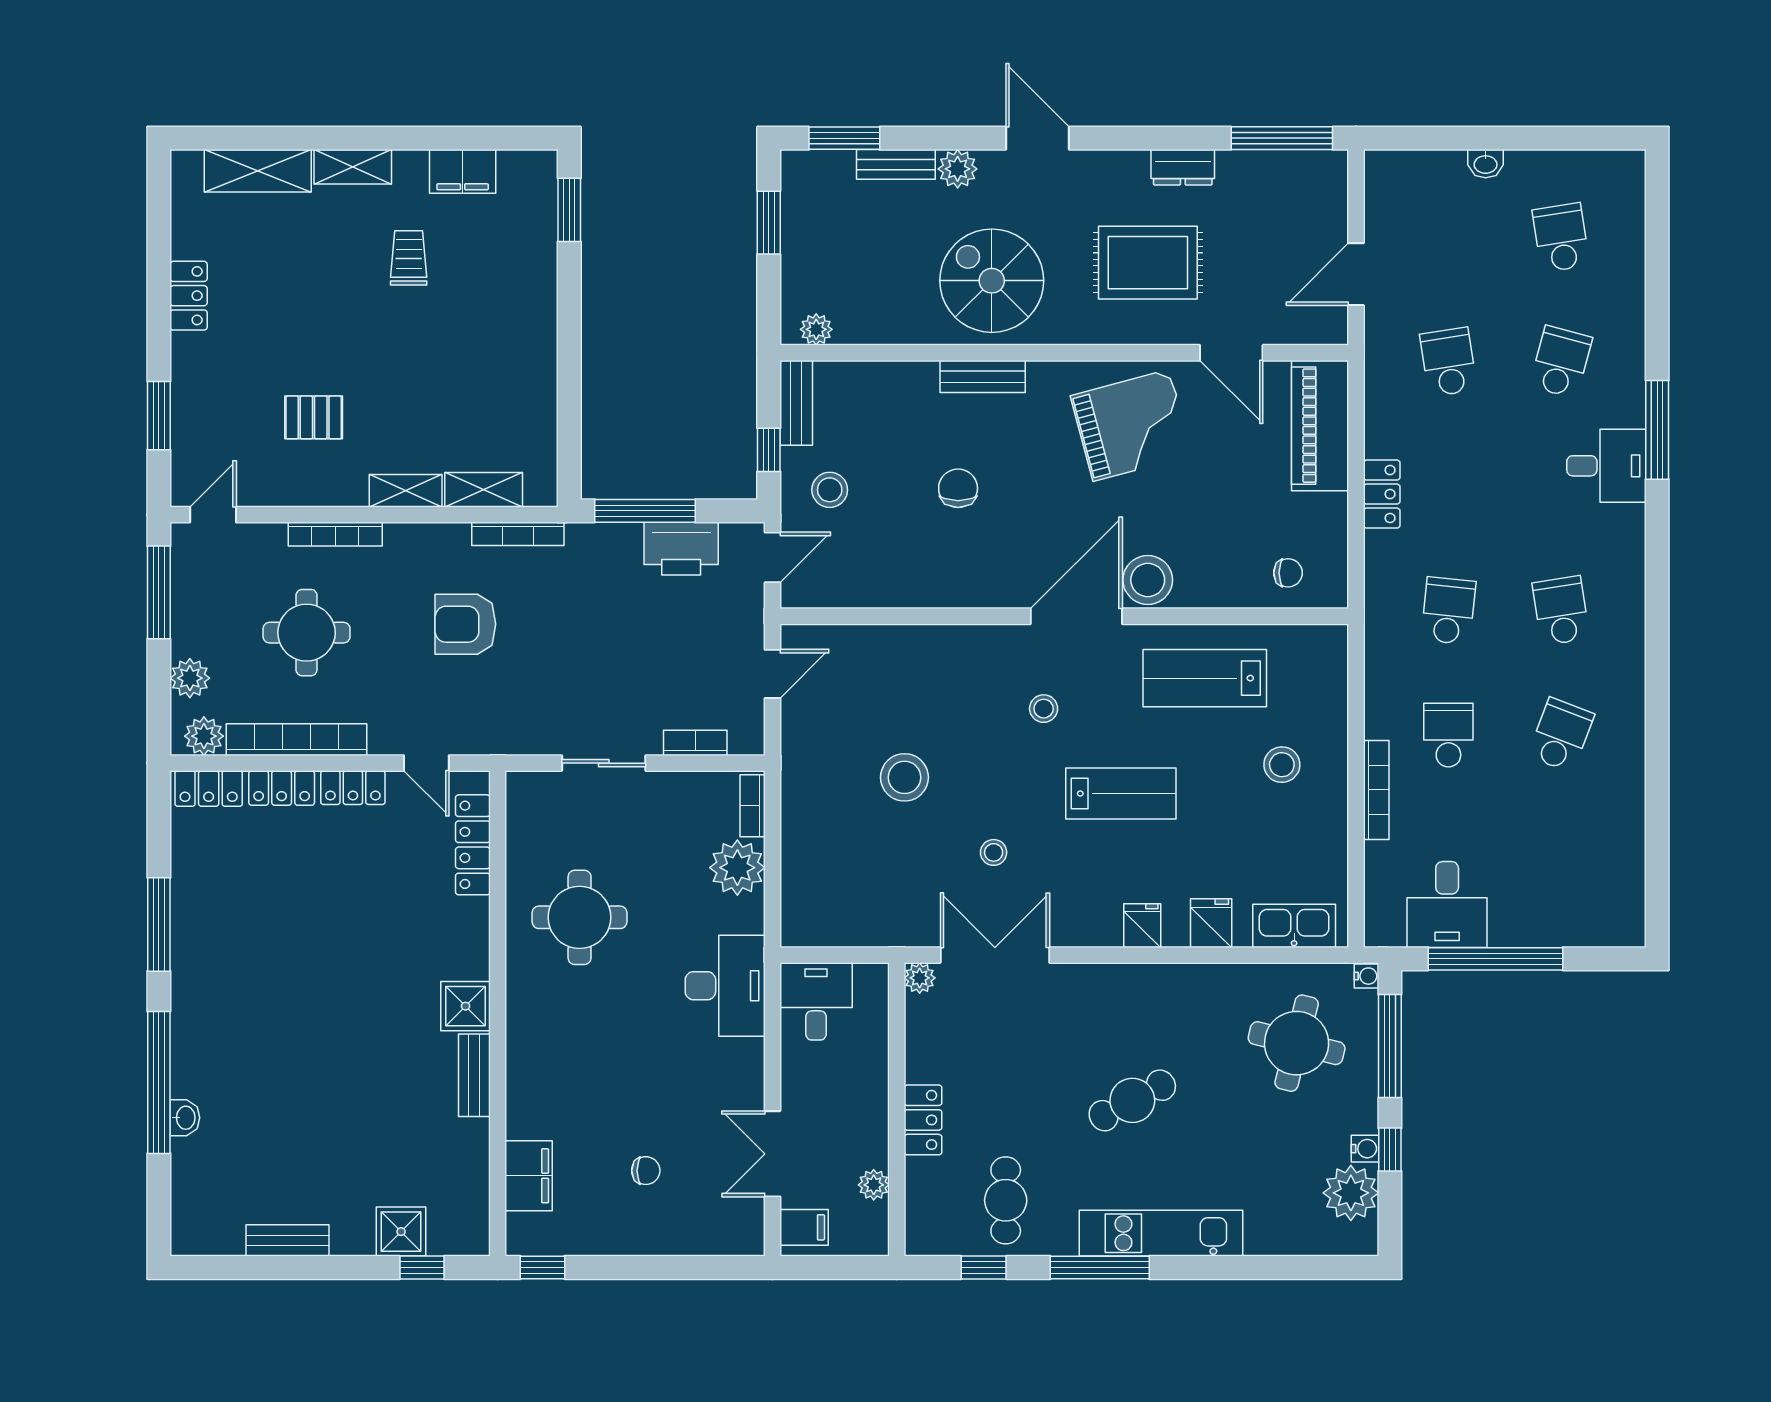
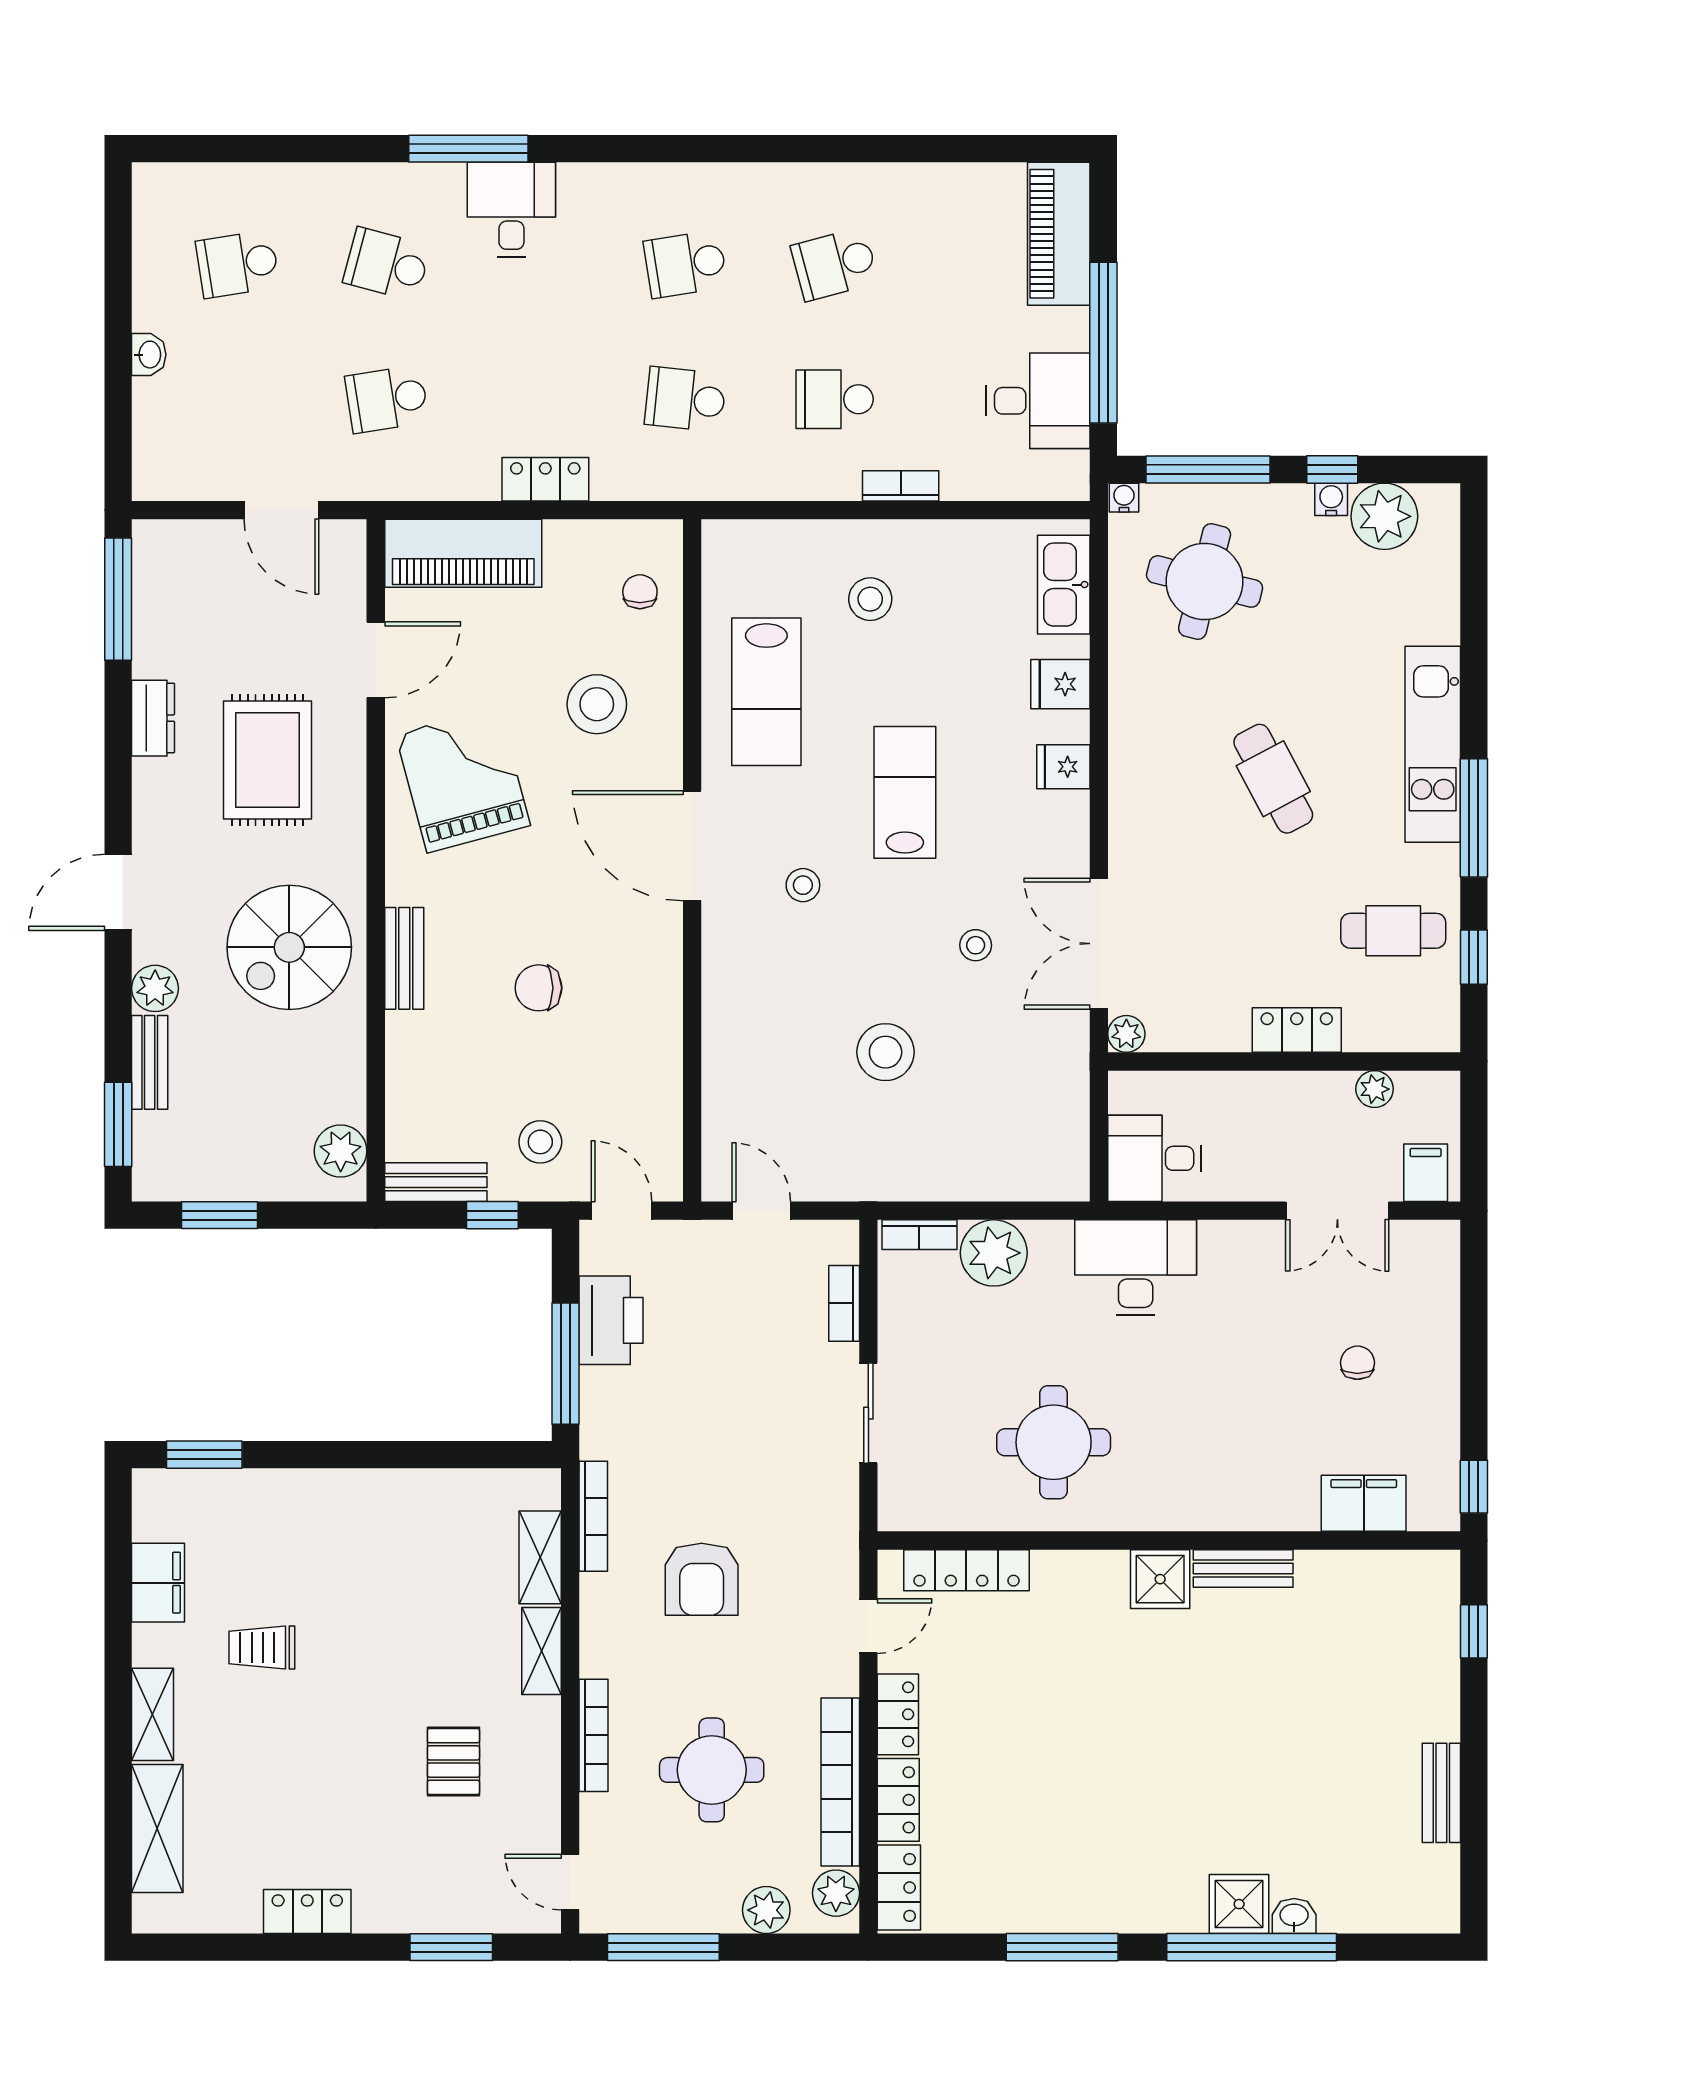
plant: (816, 329) -> (341, 1151), width x1.38, depth x1.38
stool: (1148, 580) -> (597, 704), moved
school desk: (1561, 735) -> (835, 264), turned -36
bookcase: (1376, 790) -> (901, 486), width x0.64
piano: (1586, 922) -> (1059, 234), added
shower: (401, 1232) -> (1239, 1904), moved

